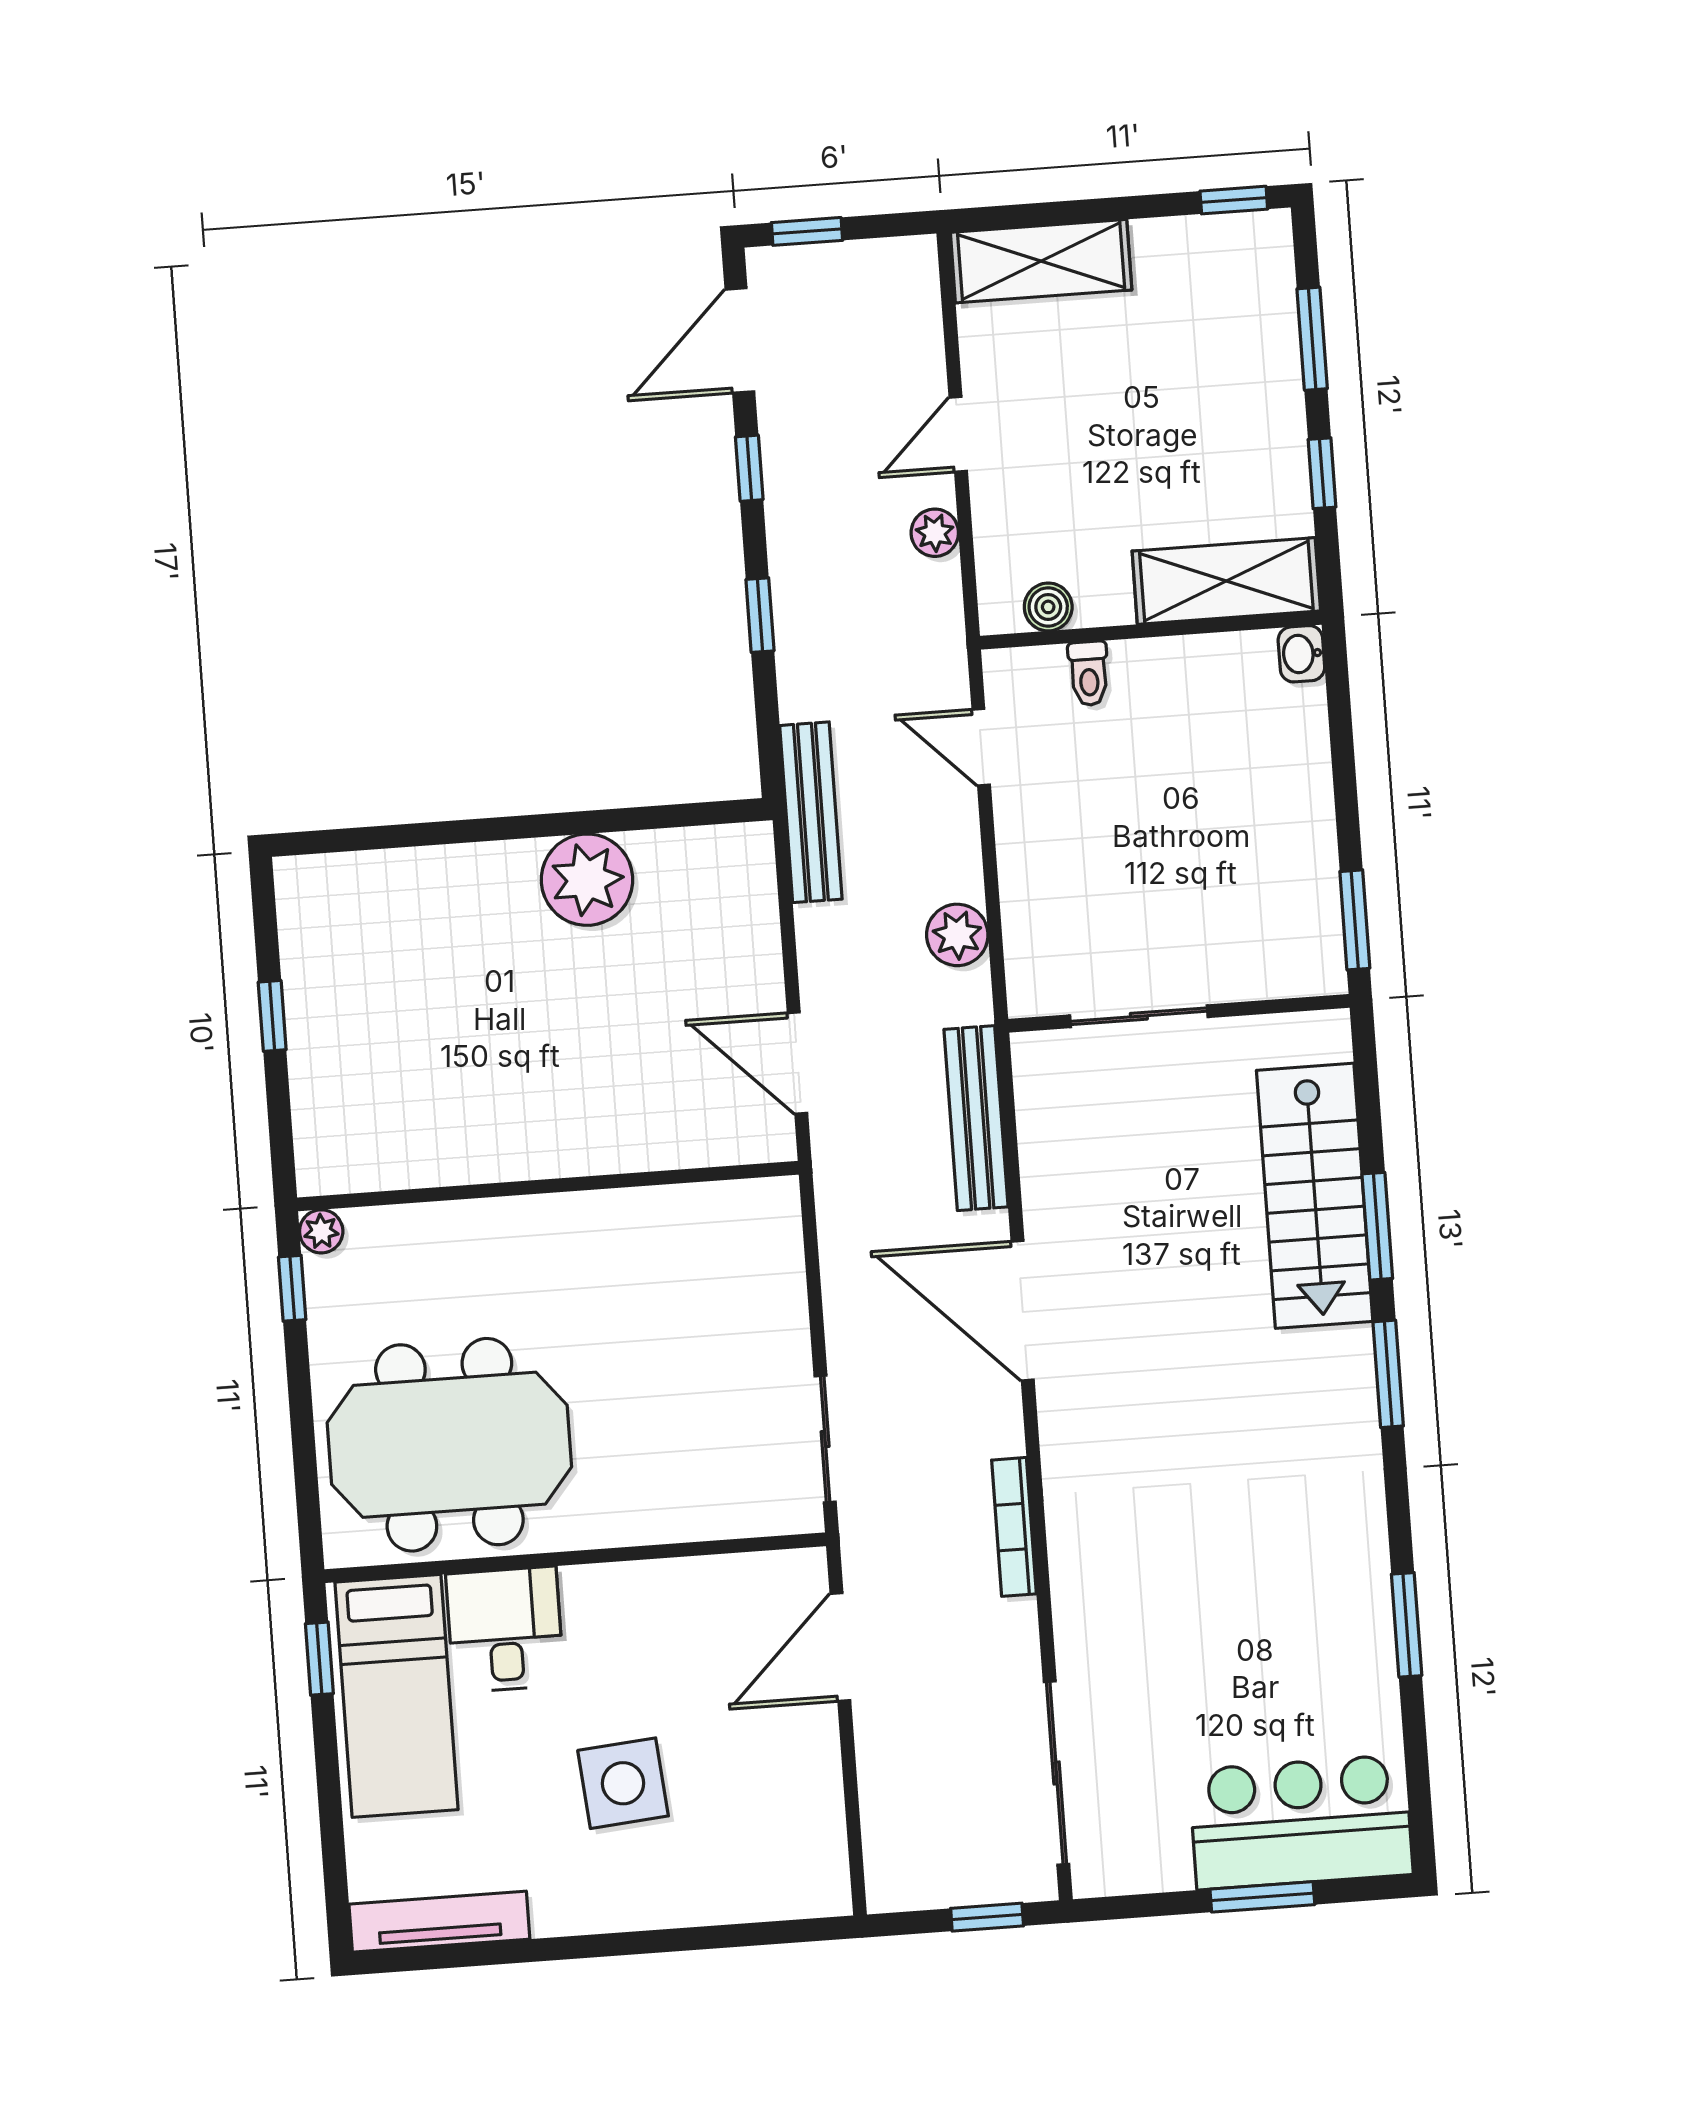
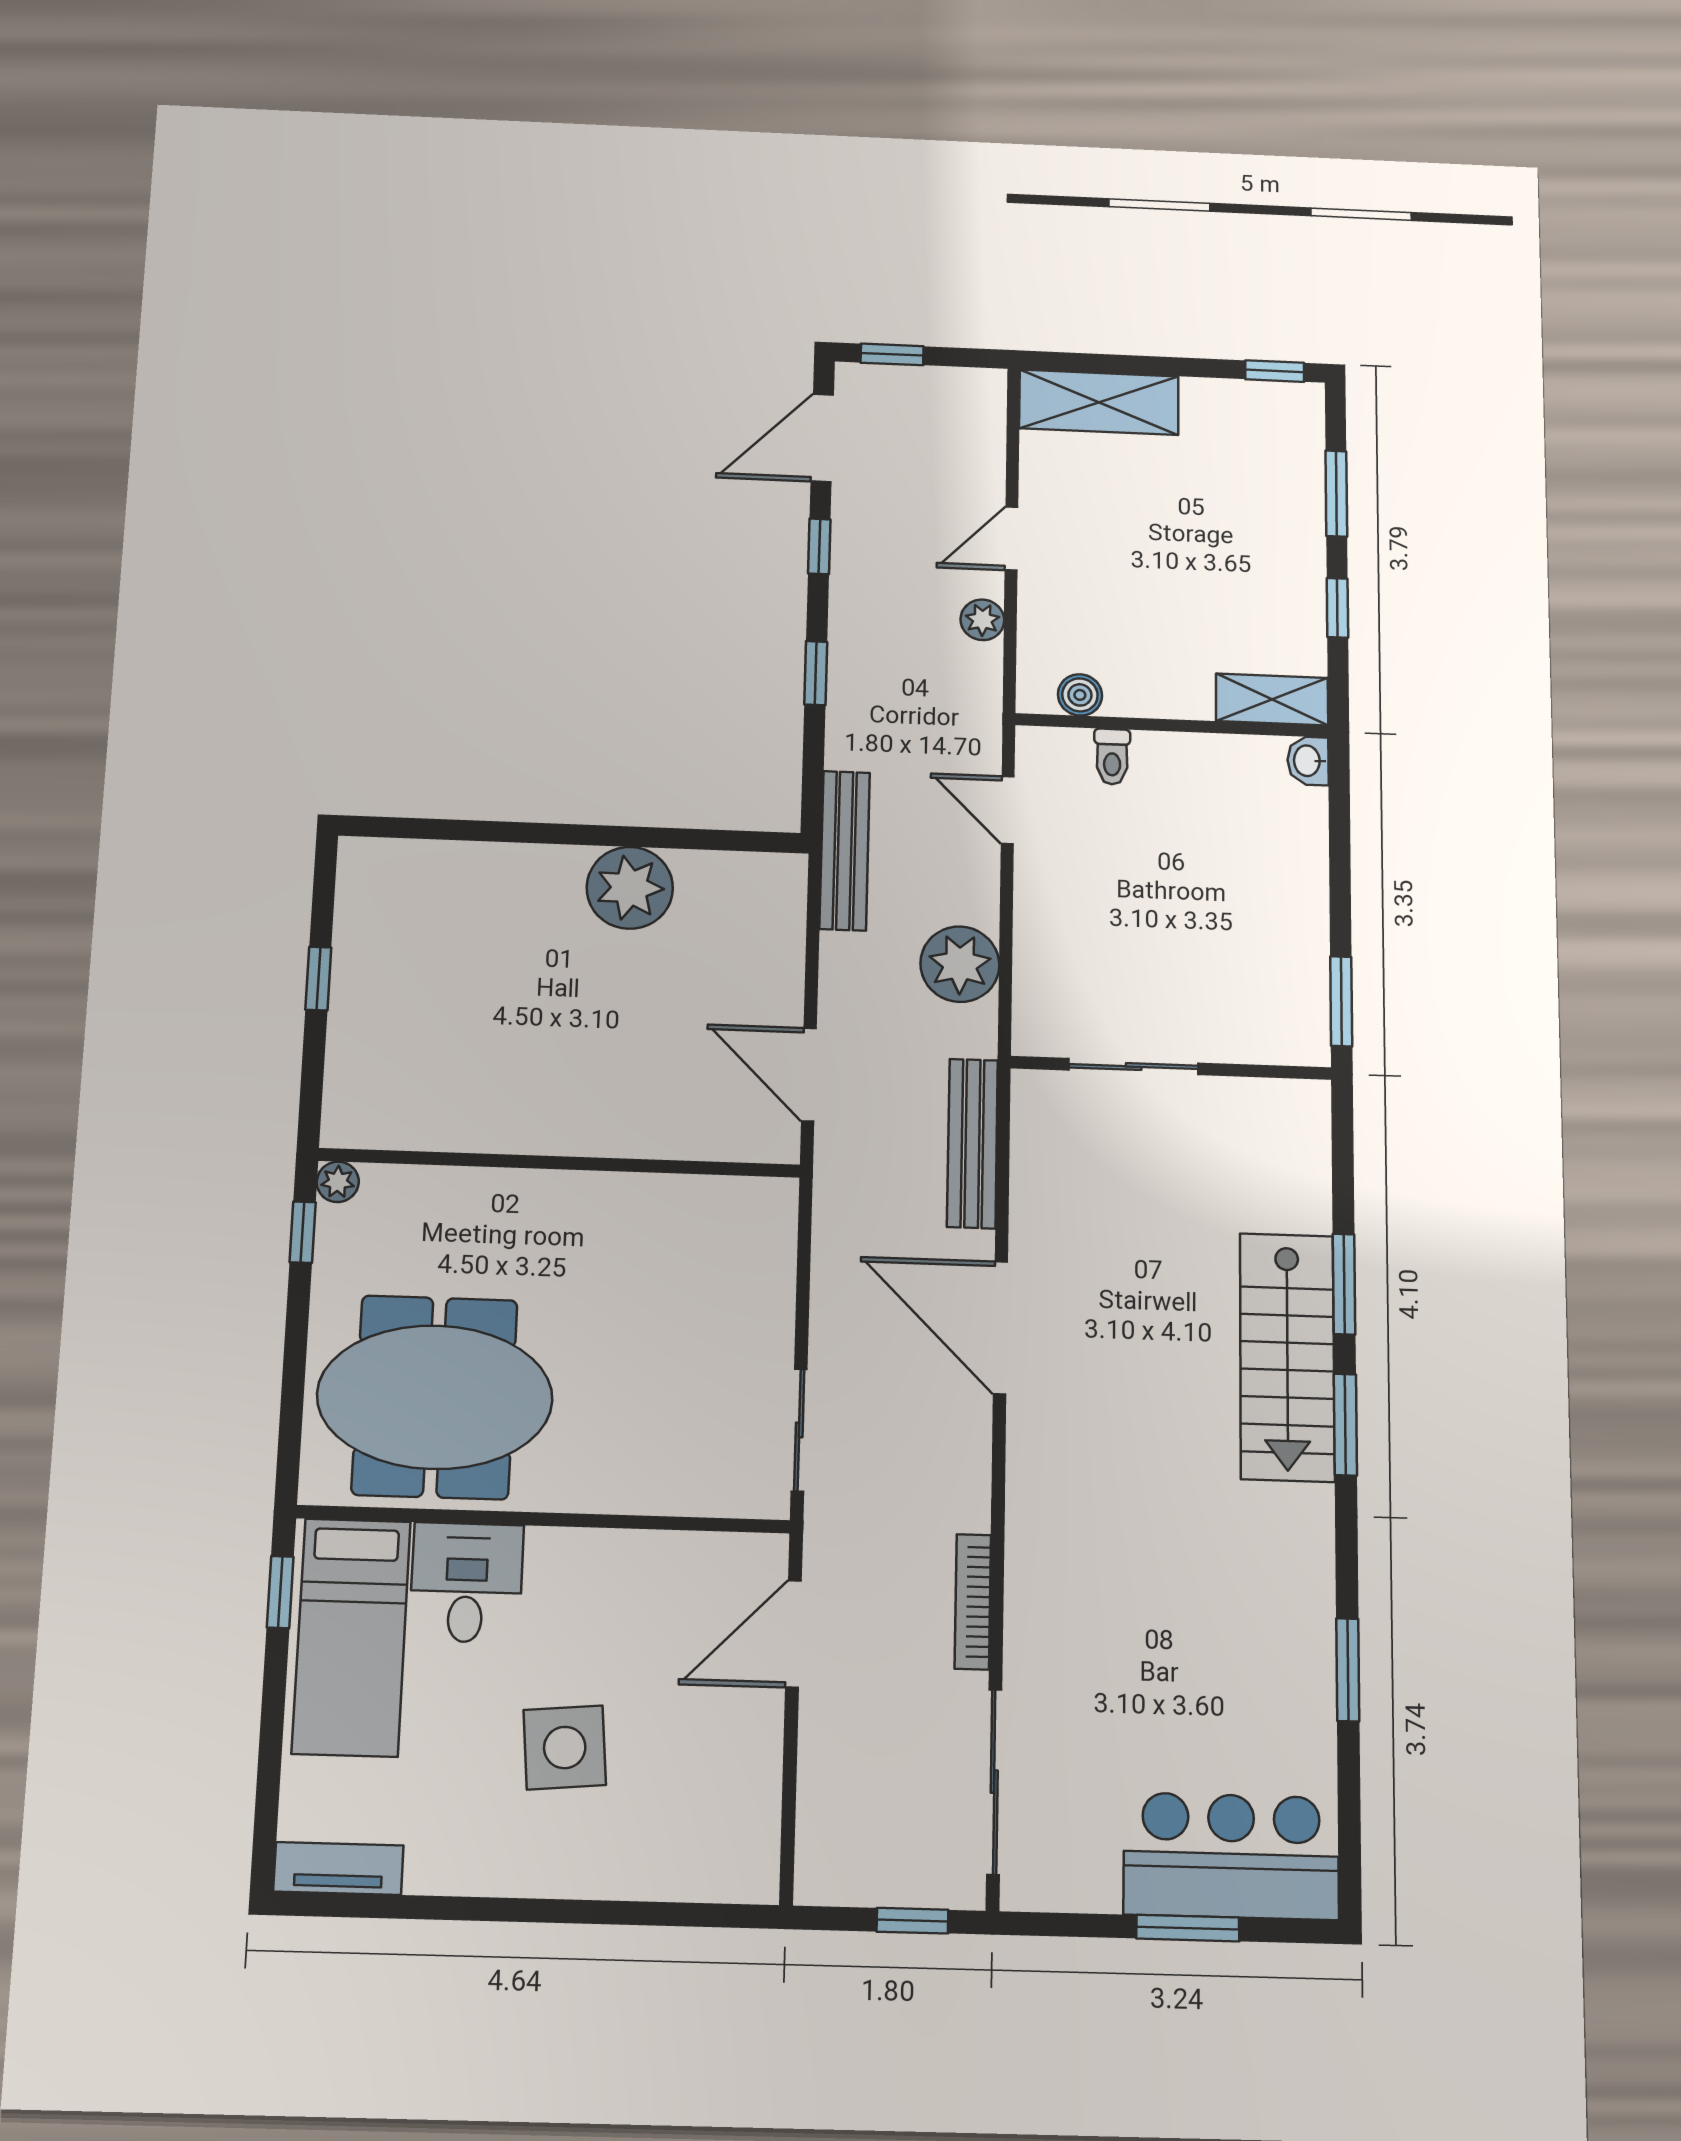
shelving: (1226, 581) -> (1272, 699), width x0.67, depth x0.75
plant: (957, 935) -> (960, 964), width x1.36, depth x1.36
stairs: (1315, 1196) -> (1287, 1357), moved
bookcase: (1014, 1527) -> (973, 1602), moved
tv unit: (439, 1922) -> (338, 1868), width x0.71

